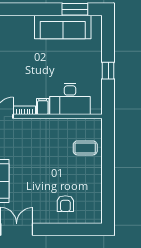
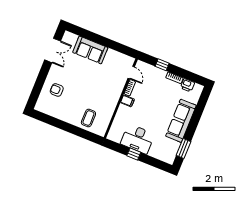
sofa: (63, 27) -> (181, 121), moved
desk: (70, 99) -> (138, 139), moved, turned -90

